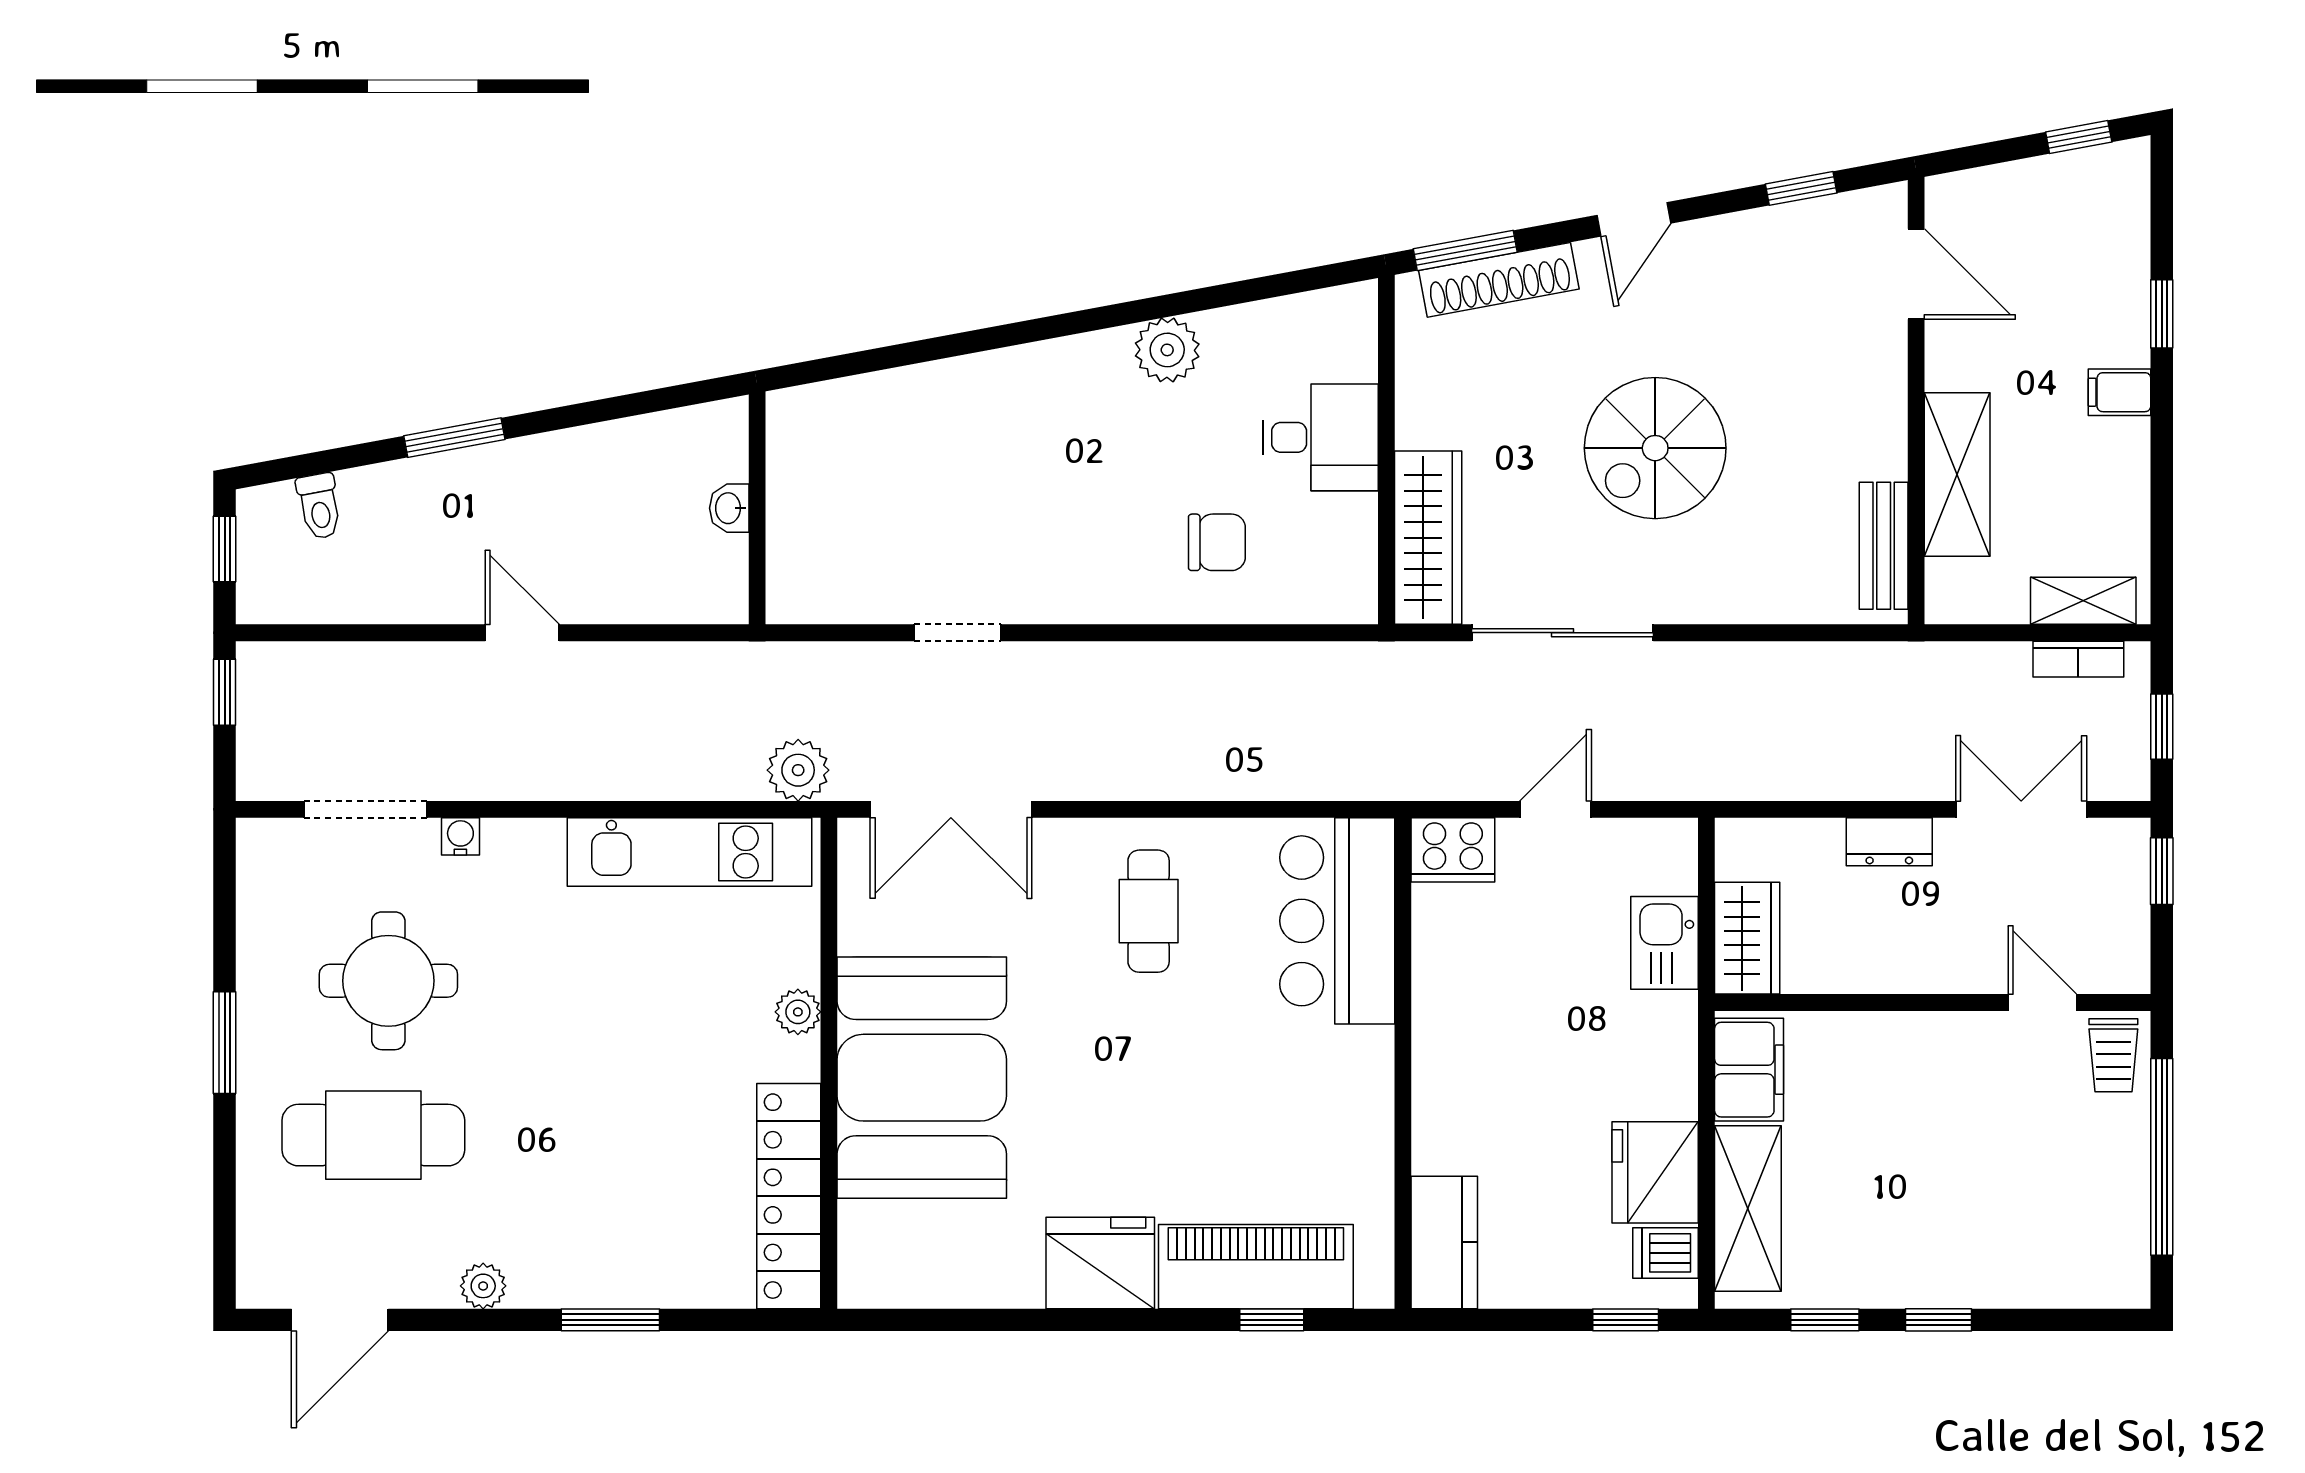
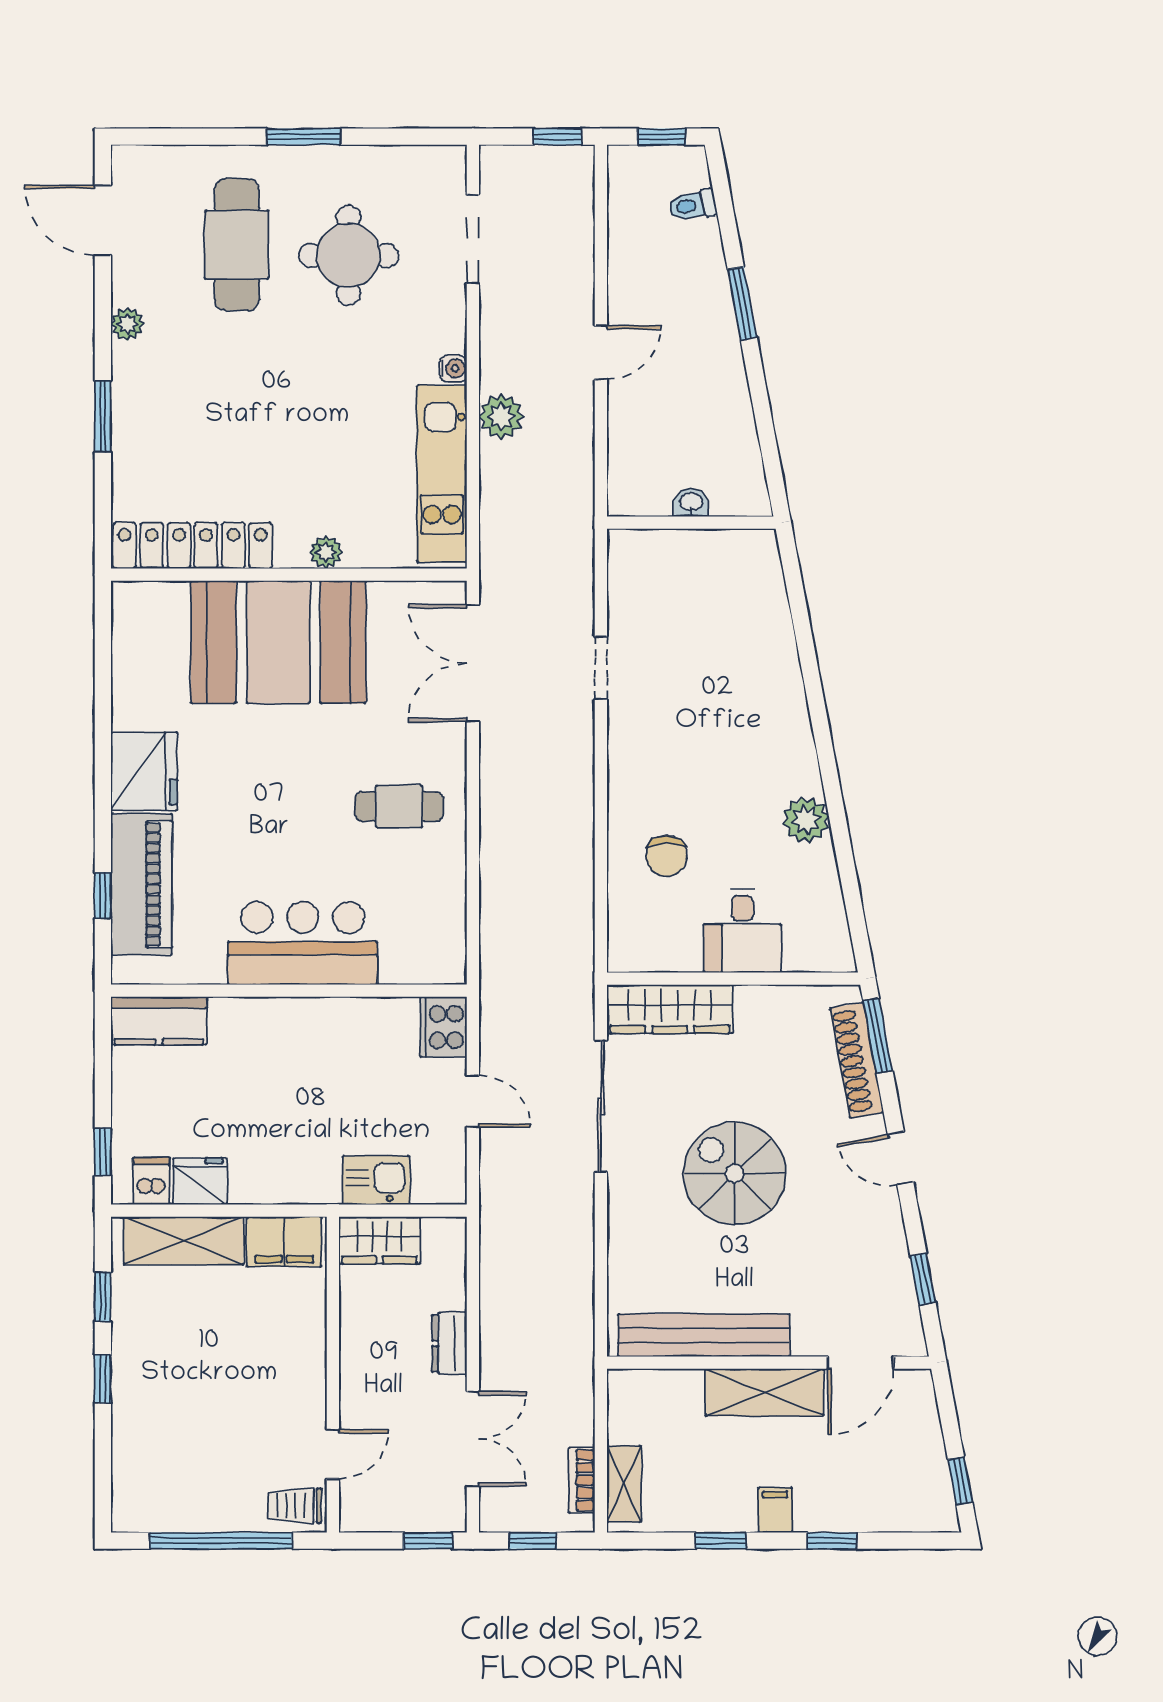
window: (2162, 467) -> (721, 1541), added
shelving: (1957, 474) -> (764, 1392), moved
bench: (1884, 546) -> (704, 1335), width x1.86, depth x1.21
plant: (798, 770) -> (501, 416), moved
water cooler: (460, 836) -> (453, 368), moved
bar counter: (1337, 921) -> (303, 943), moved
fridge: (1655, 1172) -> (200, 1181), width x0.73, depth x0.75

